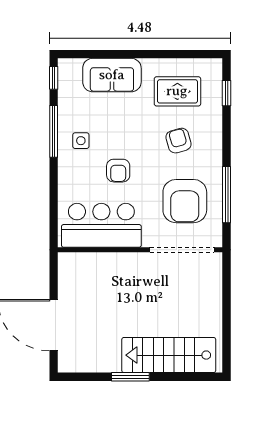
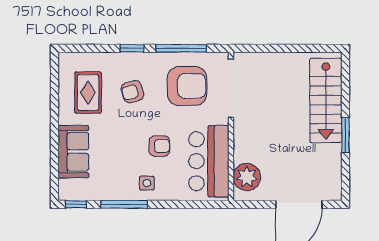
window: (227, 93) -> (132, 48), moved
side table: (81, 141) -> (147, 183), moved
plant: (84, 267) -> (247, 177), added

